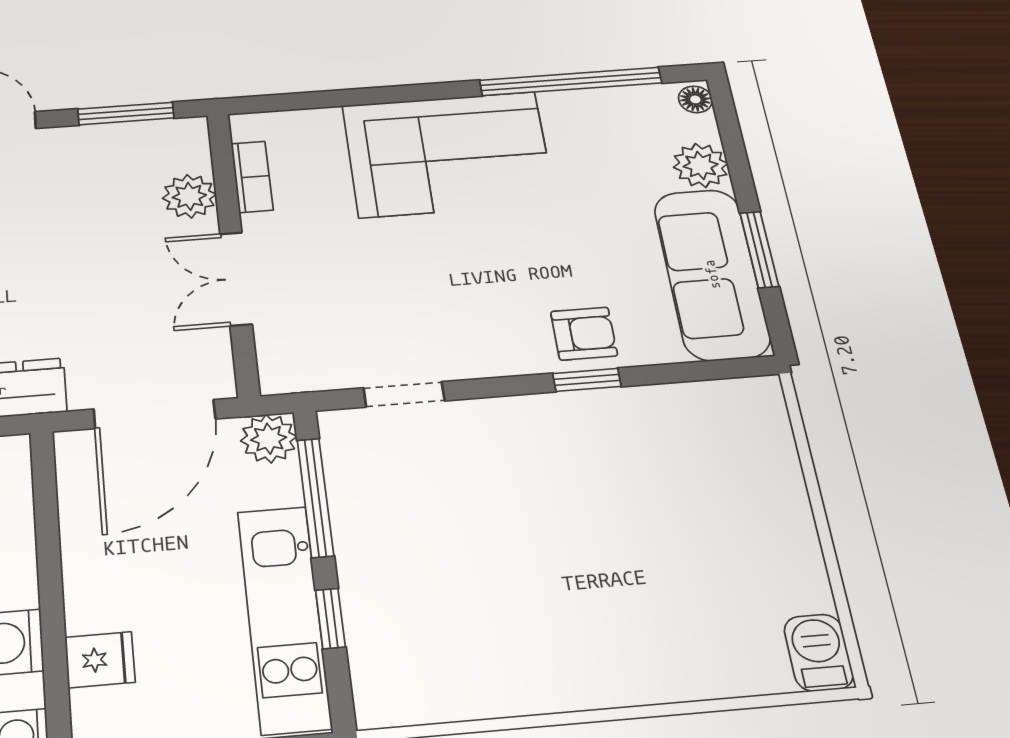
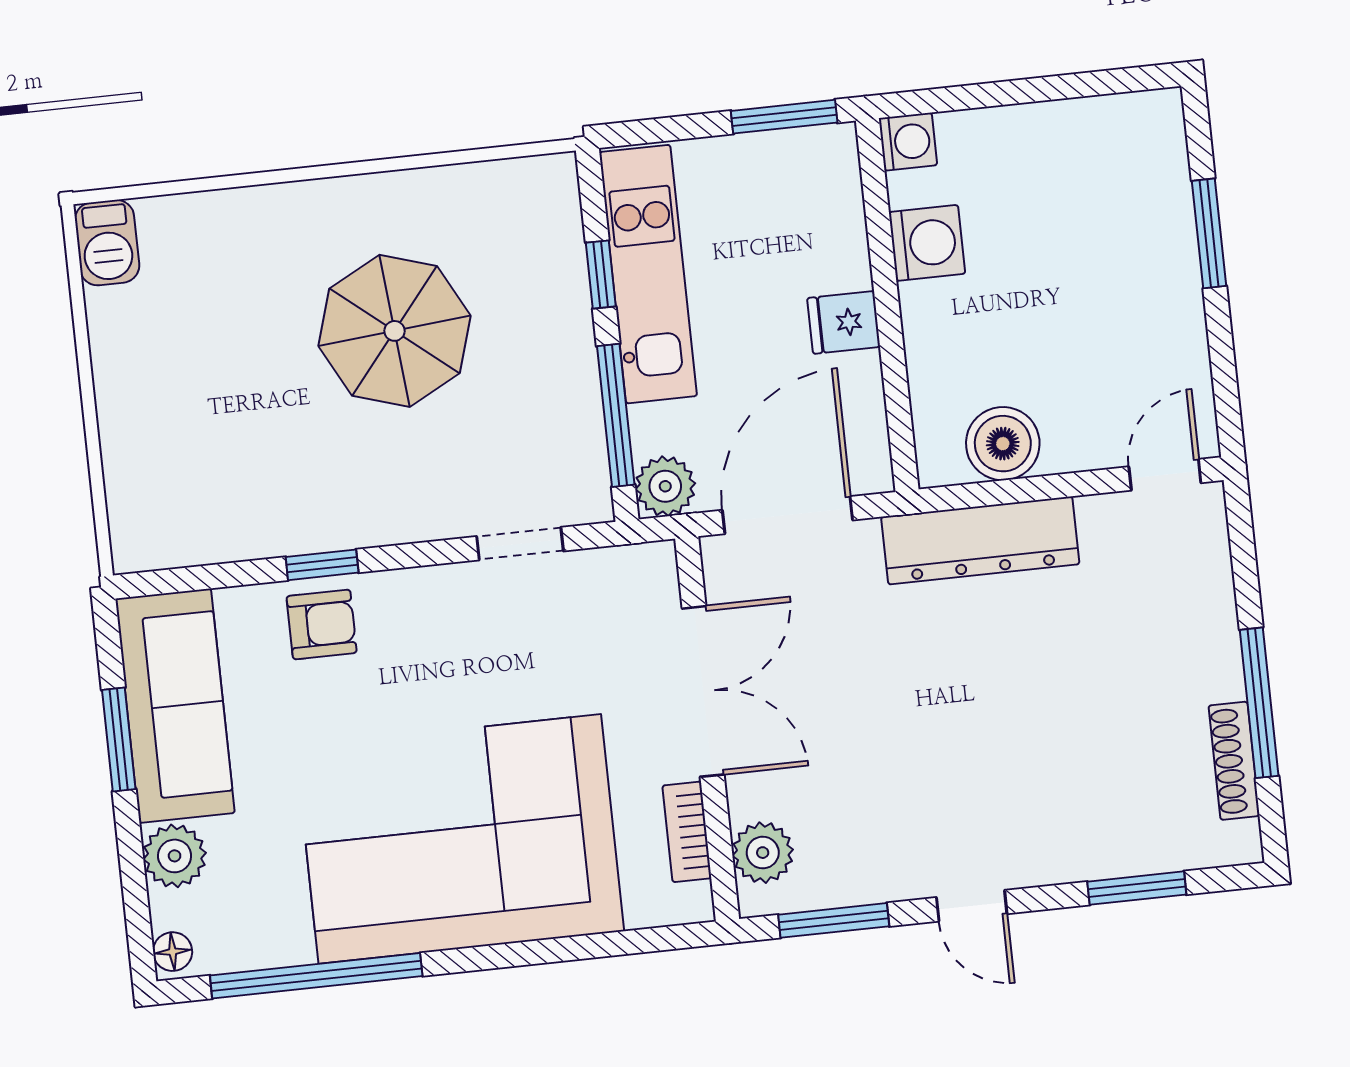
corner sofa: (448, 154) -> (460, 839), width x1.36, depth x1.36
plant: (189, 196) -> (763, 853), moved
double door: (236, 279) -> (703, 691), width x1.37
armchair: (584, 334) -> (322, 624), turned 180
parasol: (530, 572) -> (395, 331), added
fridge: (100, 660) -> (844, 322), moved

